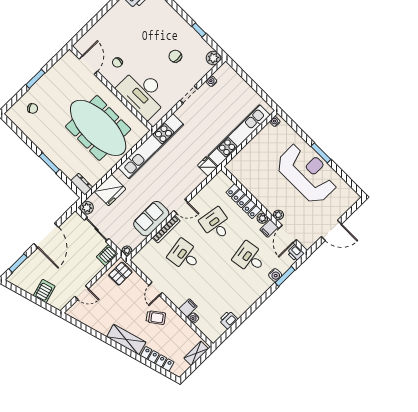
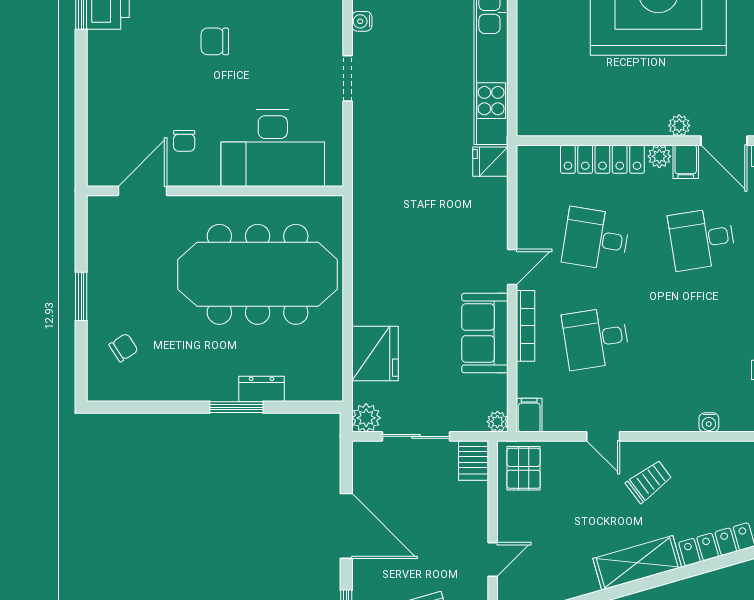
chair: (175, 56) -> (215, 41), moved
door: (88, 65) -> (143, 191), hinge flipped
kitchen unit: (151, 146) -> (370, 220), removed
dresser: (82, 184) -> (262, 389), moved
filing cabinet: (188, 308) -> (529, 415), moved

